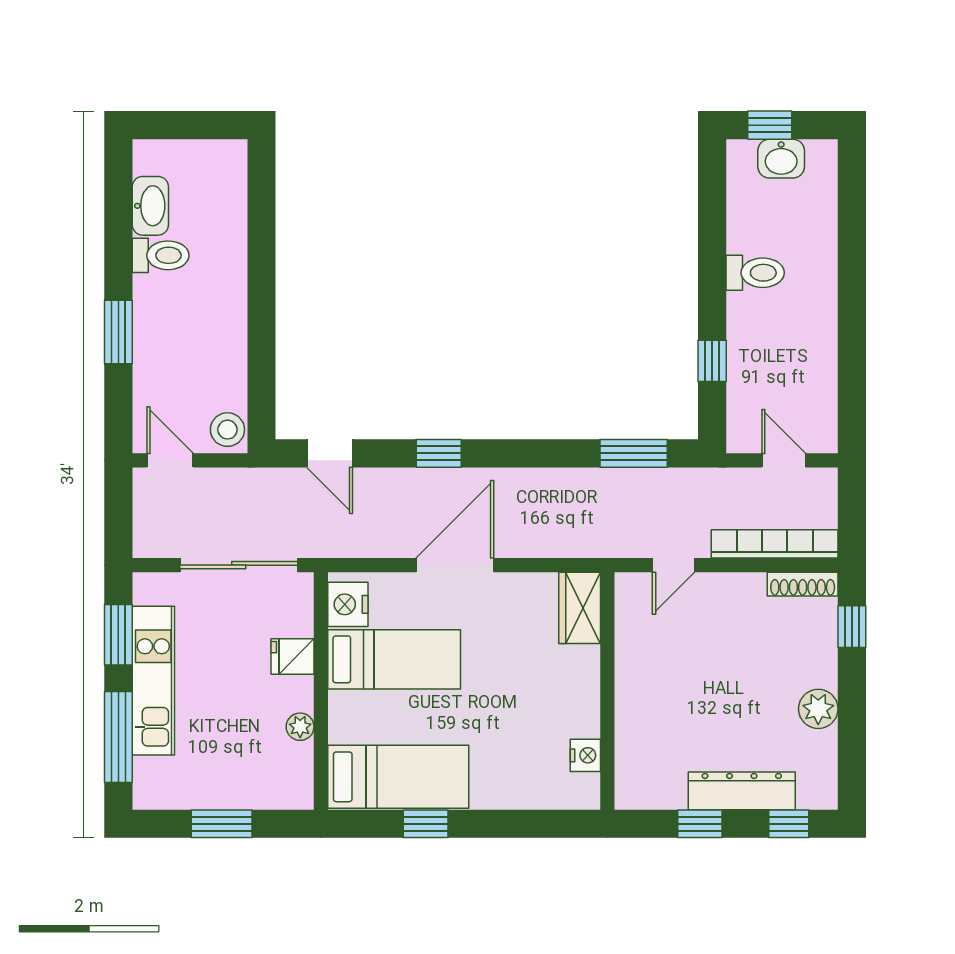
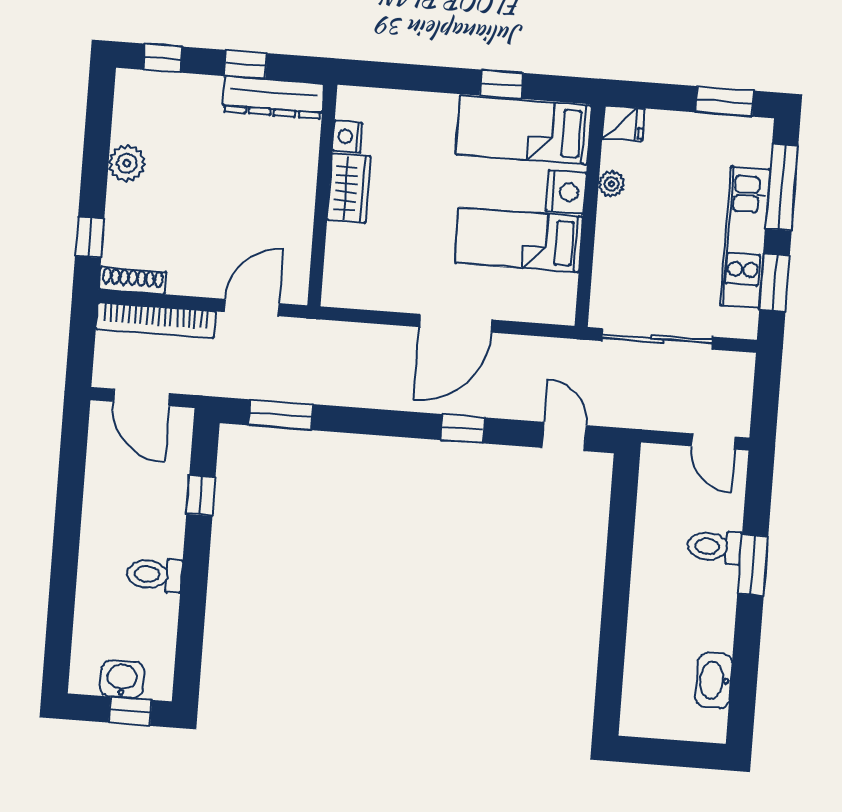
toilet: (161, 255) -> (714, 547), moved
stool: (227, 430) -> (658, 466), removed
door: (784, 460) -> (141, 397), width x1.38
door: (674, 565) -> (252, 308), width x1.38
nightstand: (348, 604) -> (566, 192), moved
wardrobe: (580, 608) -> (349, 188), moved
fridge: (293, 656) -> (623, 124), moved
dresser: (742, 791) -> (273, 98), moved
window: (222, 824) -> (725, 101), moved

